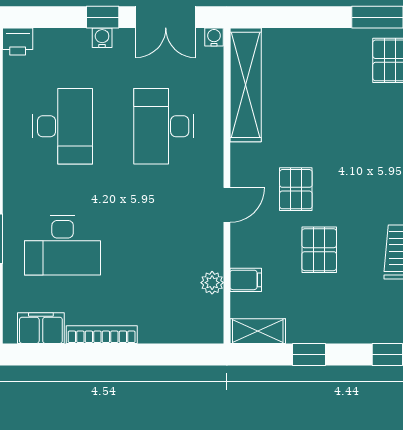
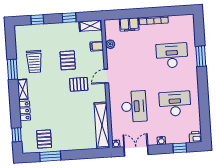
window: (103, 17) -> (180, 148), moved
desk: (63, 126) -> (175, 104), turned 90
pallet: (296, 189) -> (79, 84), turned 90
filing cabinet: (41, 328) -> (129, 24), moved

